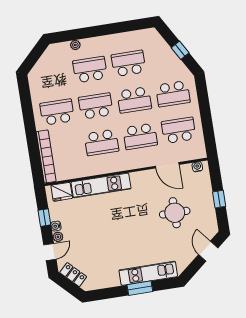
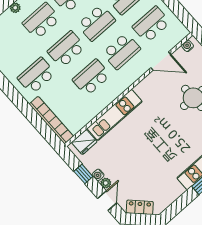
school desk: (102, 142) -> (91, 78), turned 180

